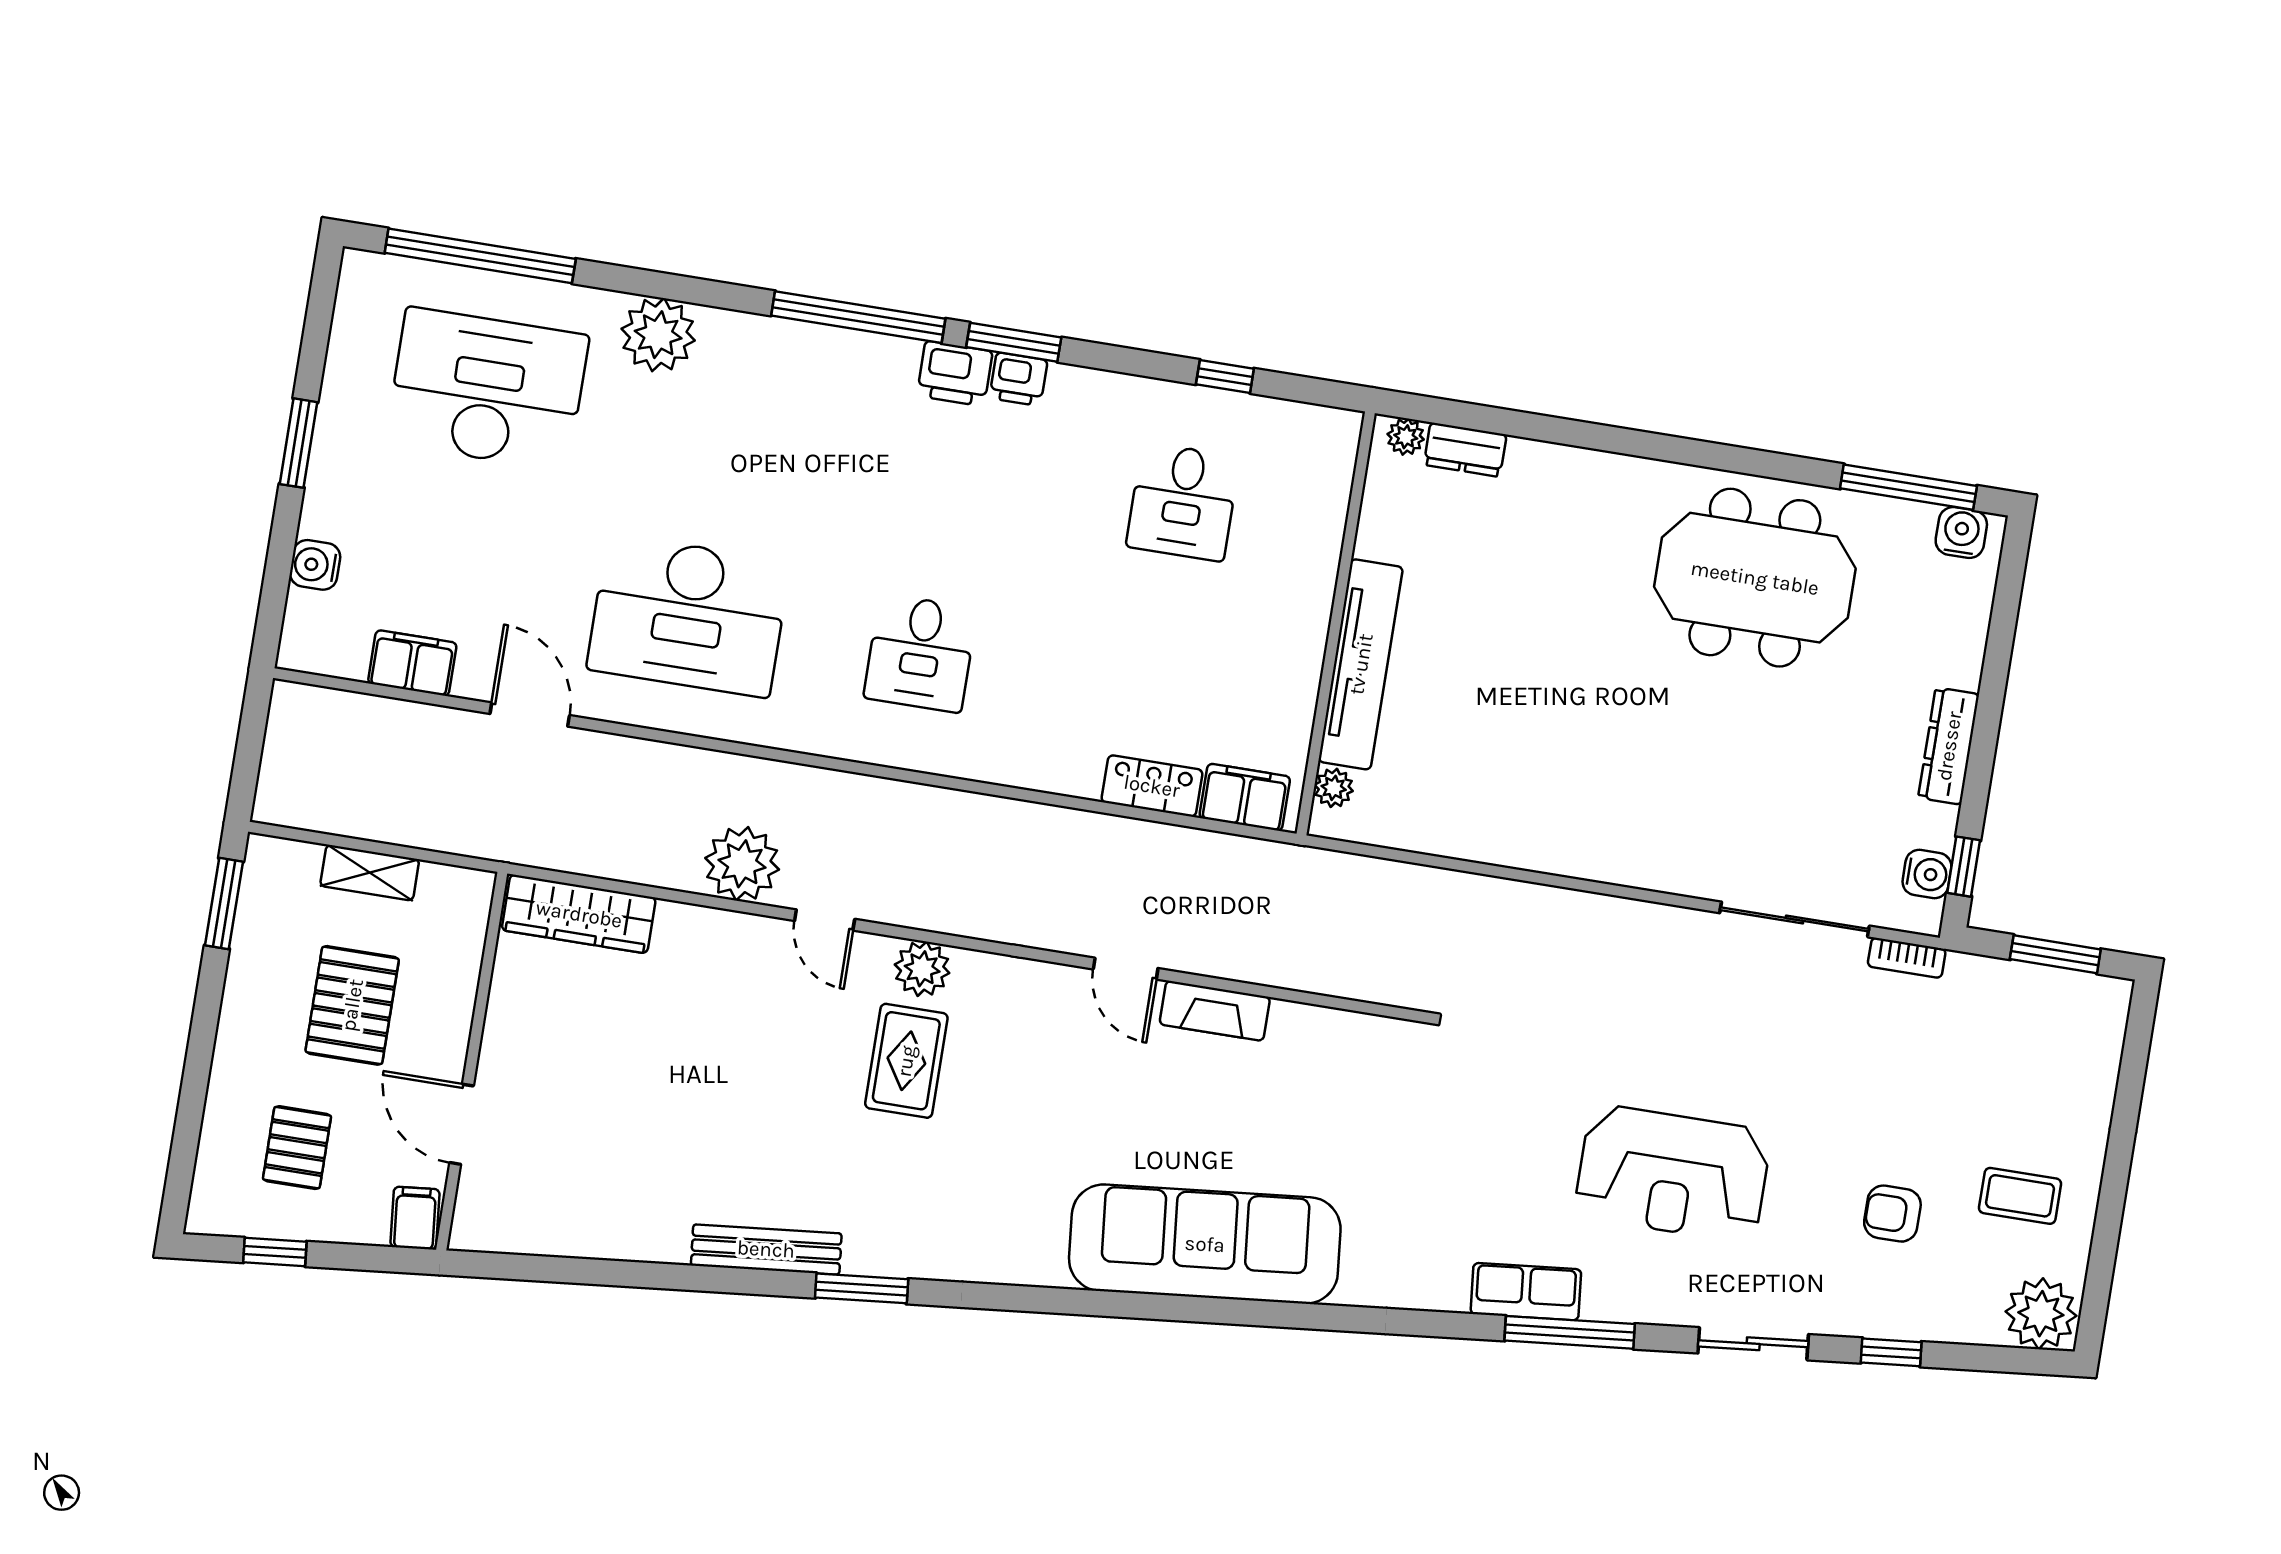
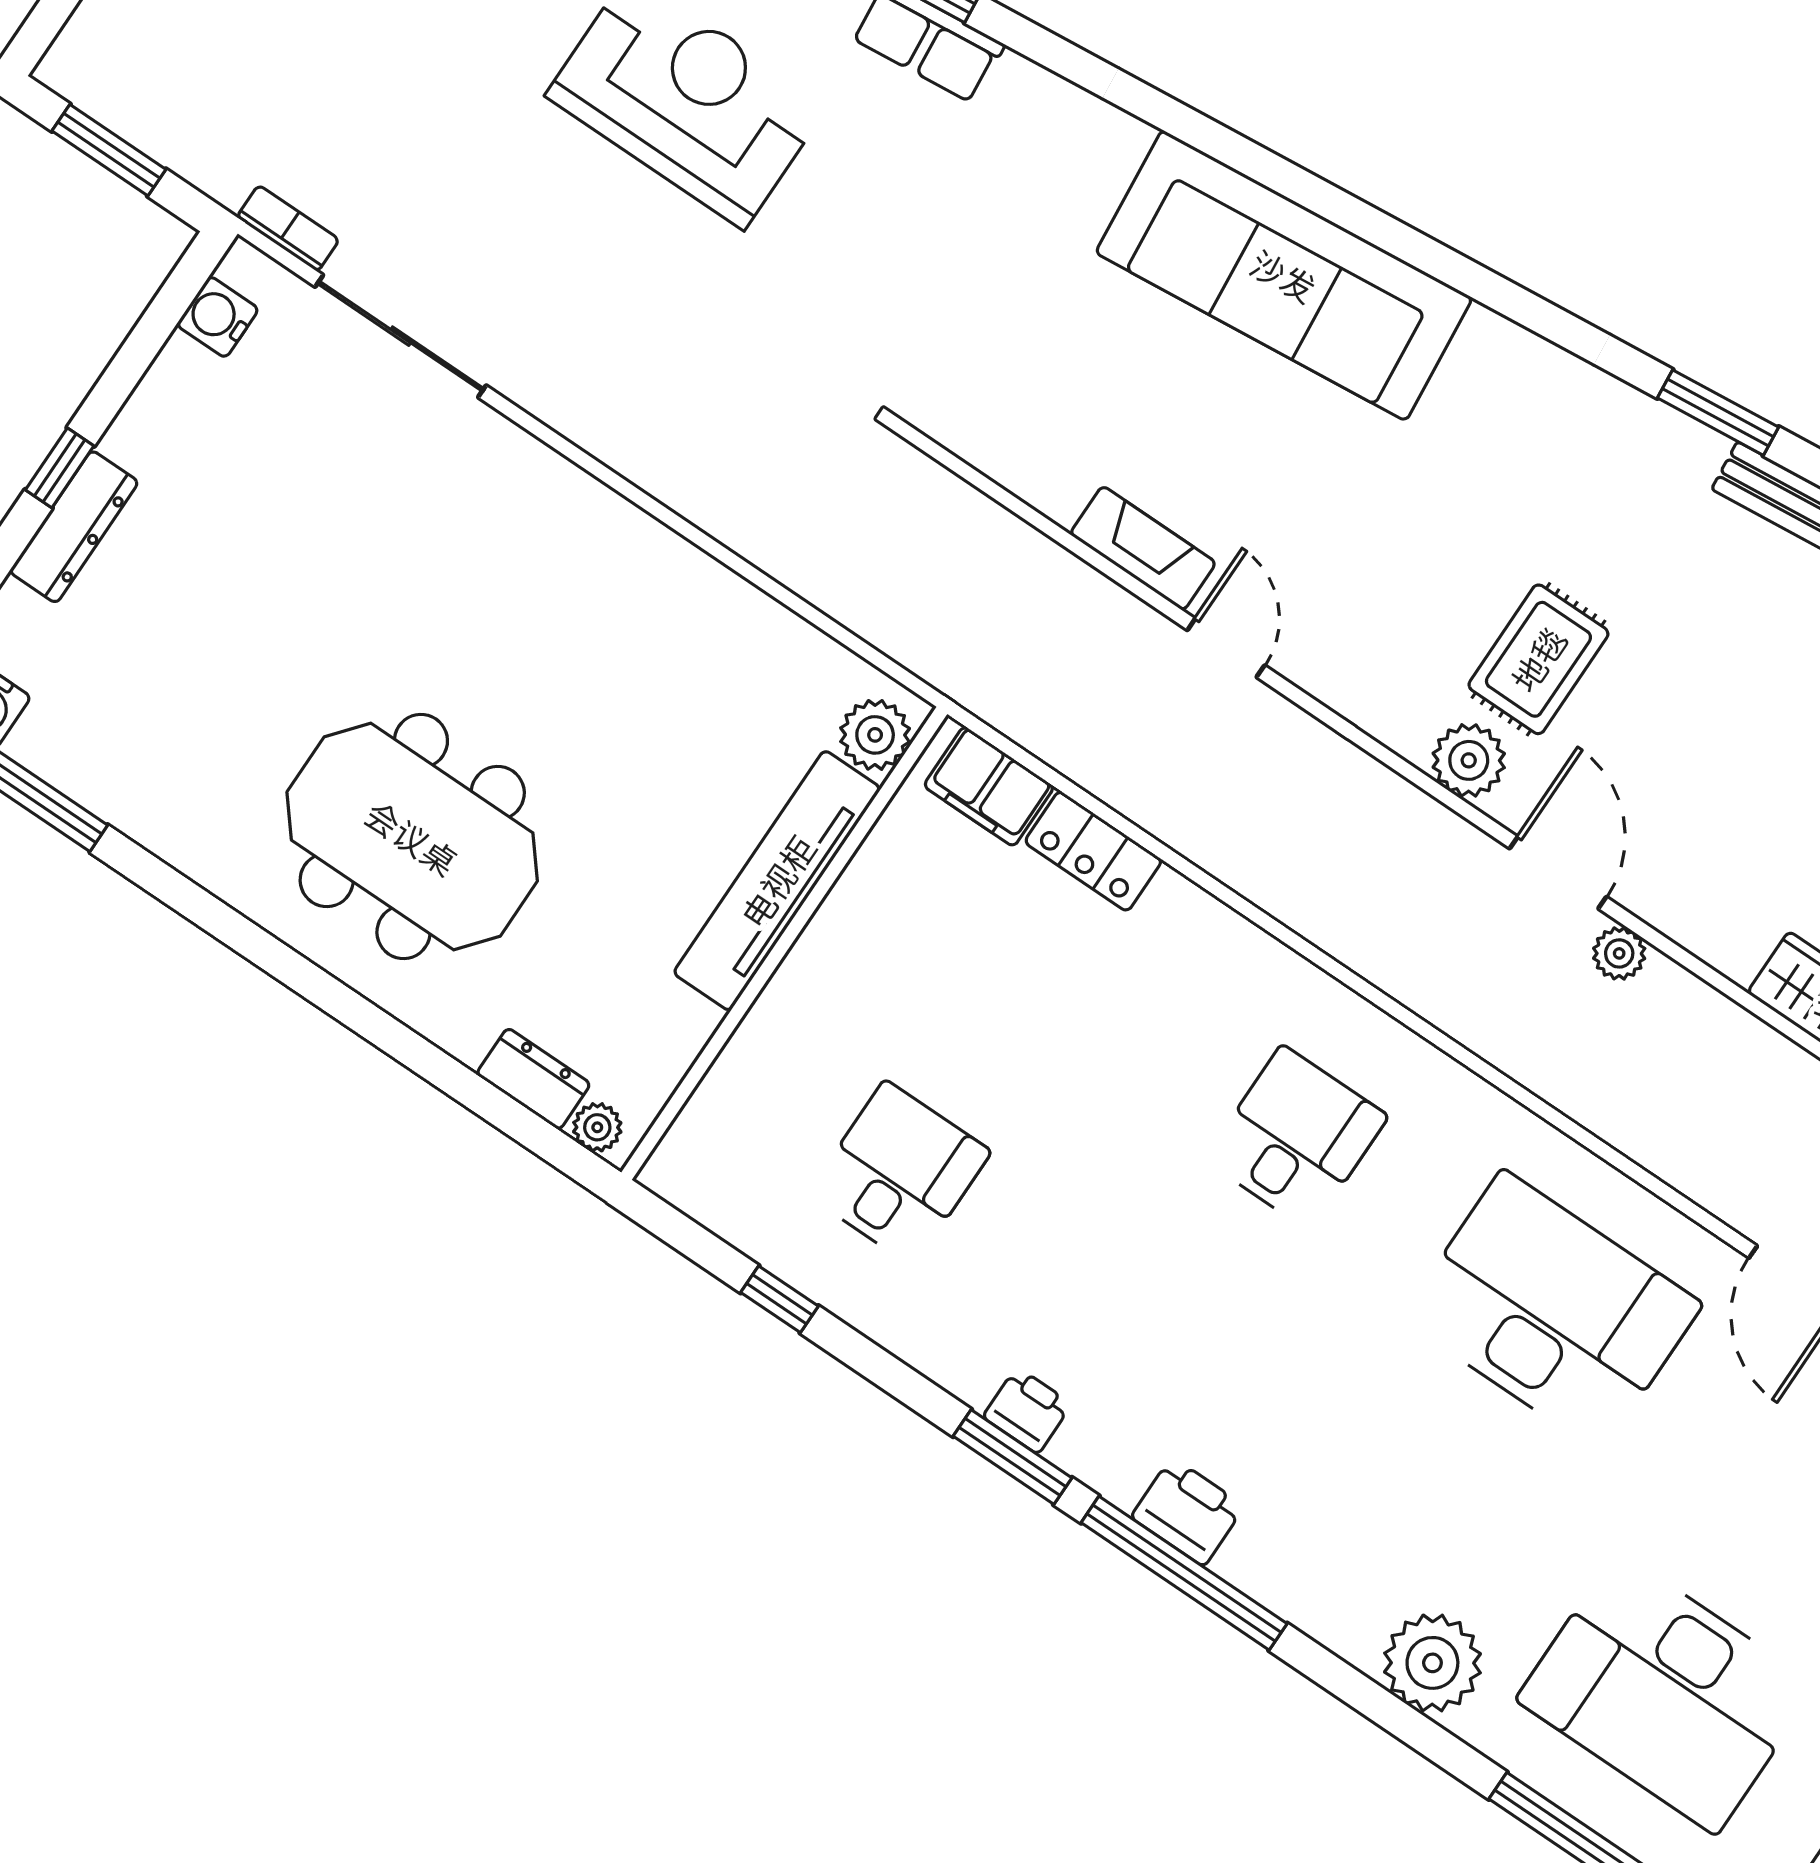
printer: (955, 374) -> (1188, 1512), moved
meeting table: (1755, 578) -> (412, 837), moved
dresser: (1949, 746) -> (74, 527), moved
plant: (1334, 788) -> (875, 735), width x1.38, depth x1.38
plant: (742, 864) -> (1619, 953), width x0.53, depth x0.53
window: (1964, 867) -> (60, 468), moved
door: (825, 920) -> (1558, 873), width x1.38

